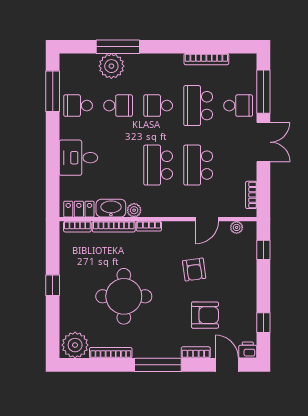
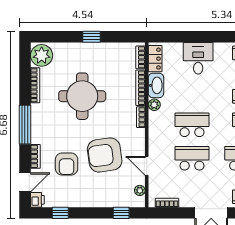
armchair: (194, 270) -> (105, 155), width x1.88, depth x1.88

